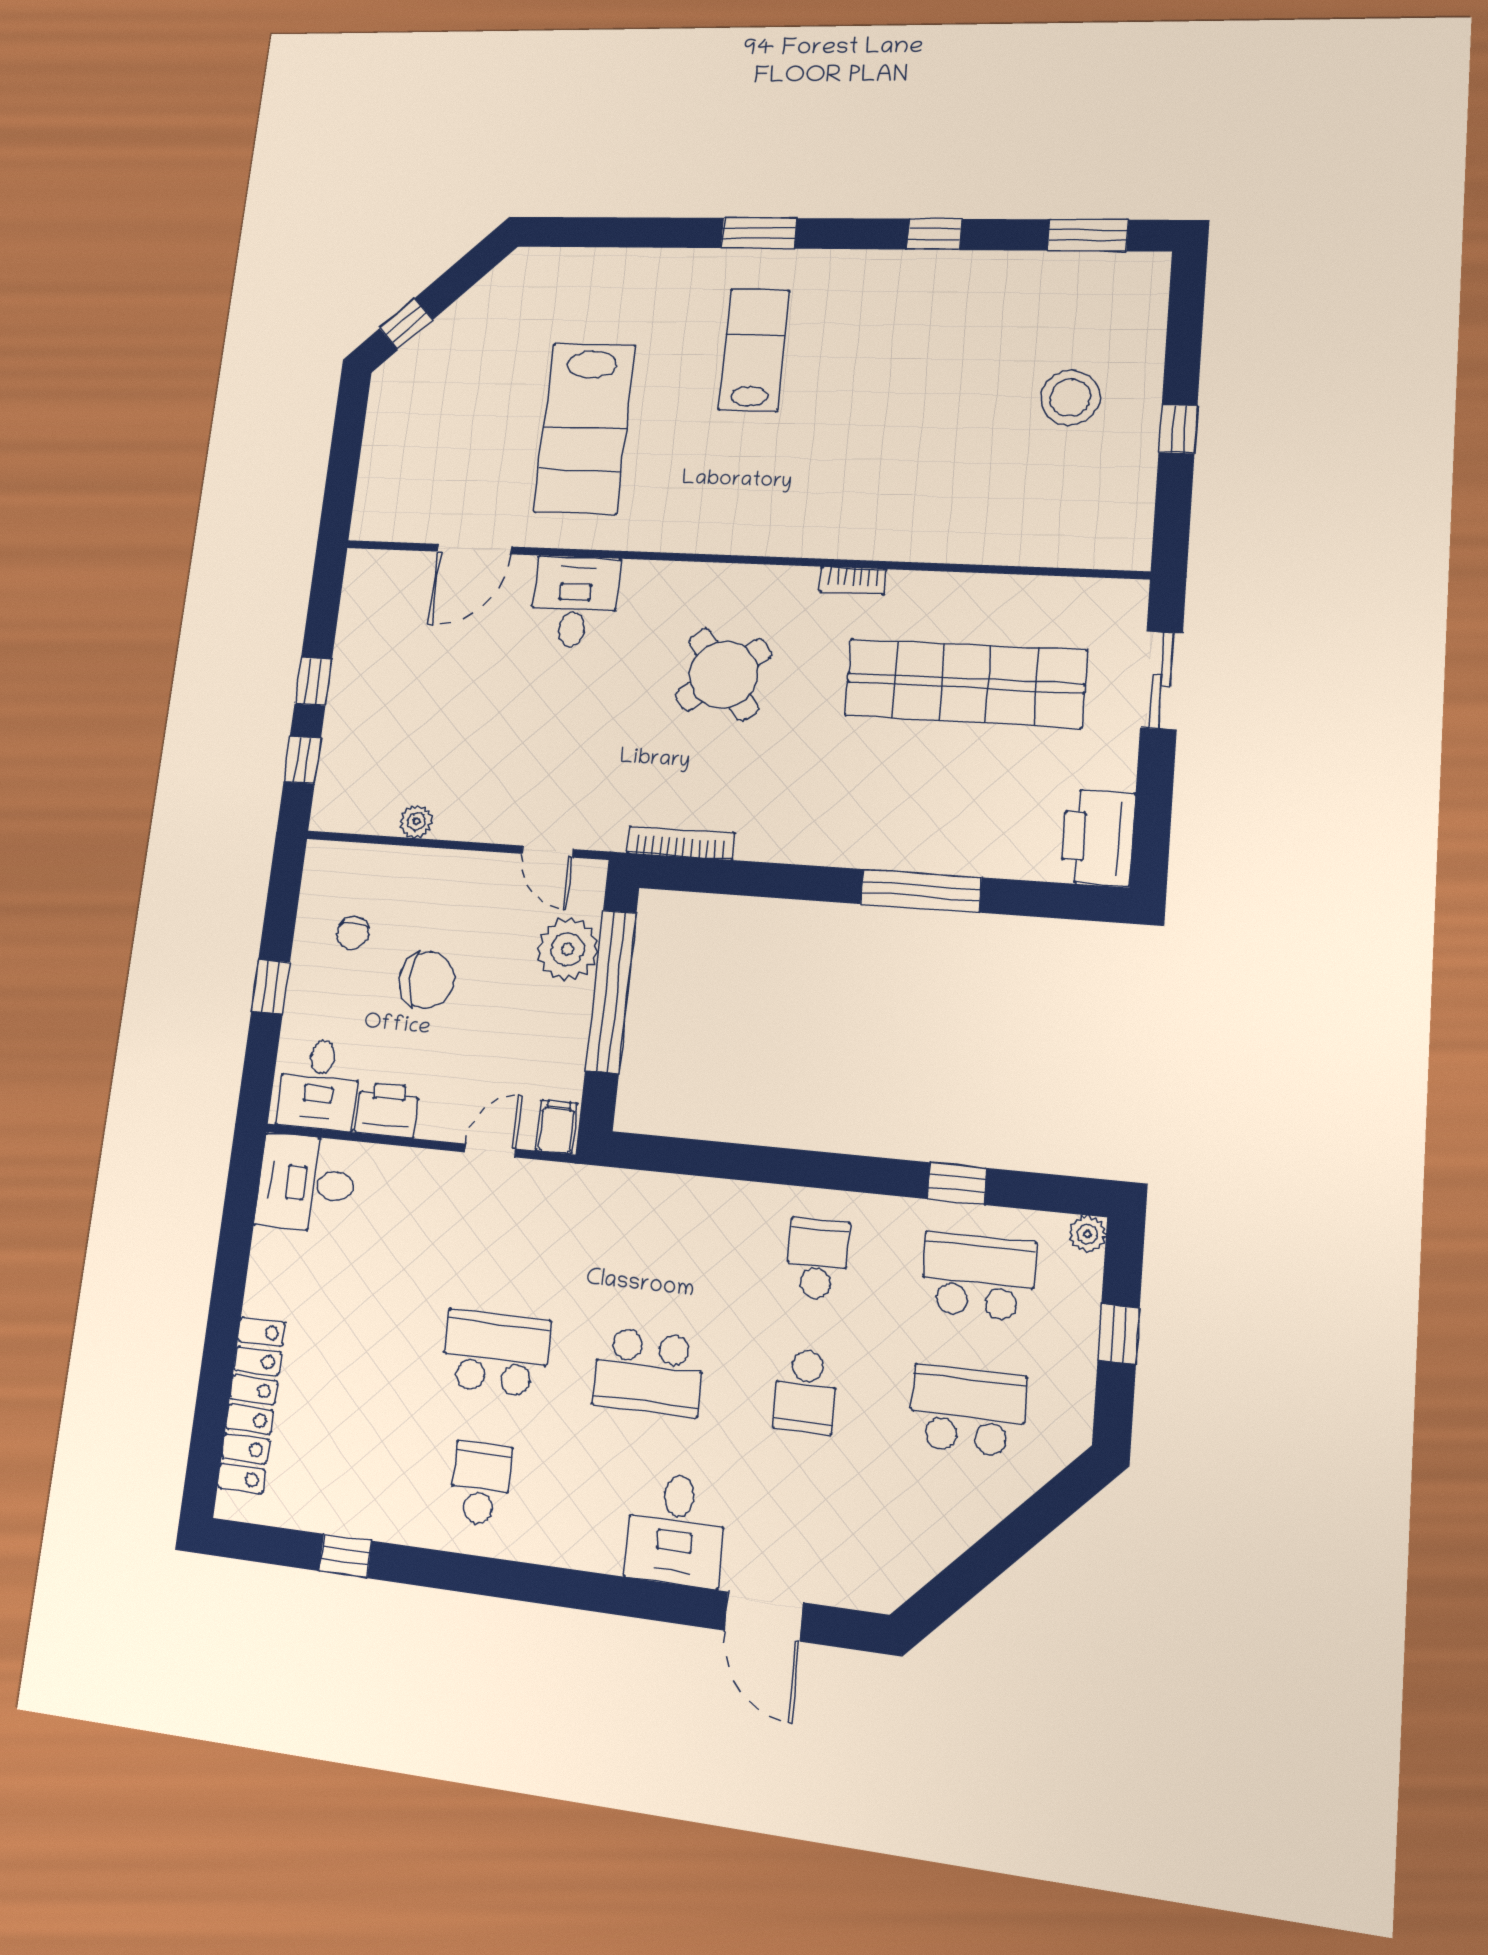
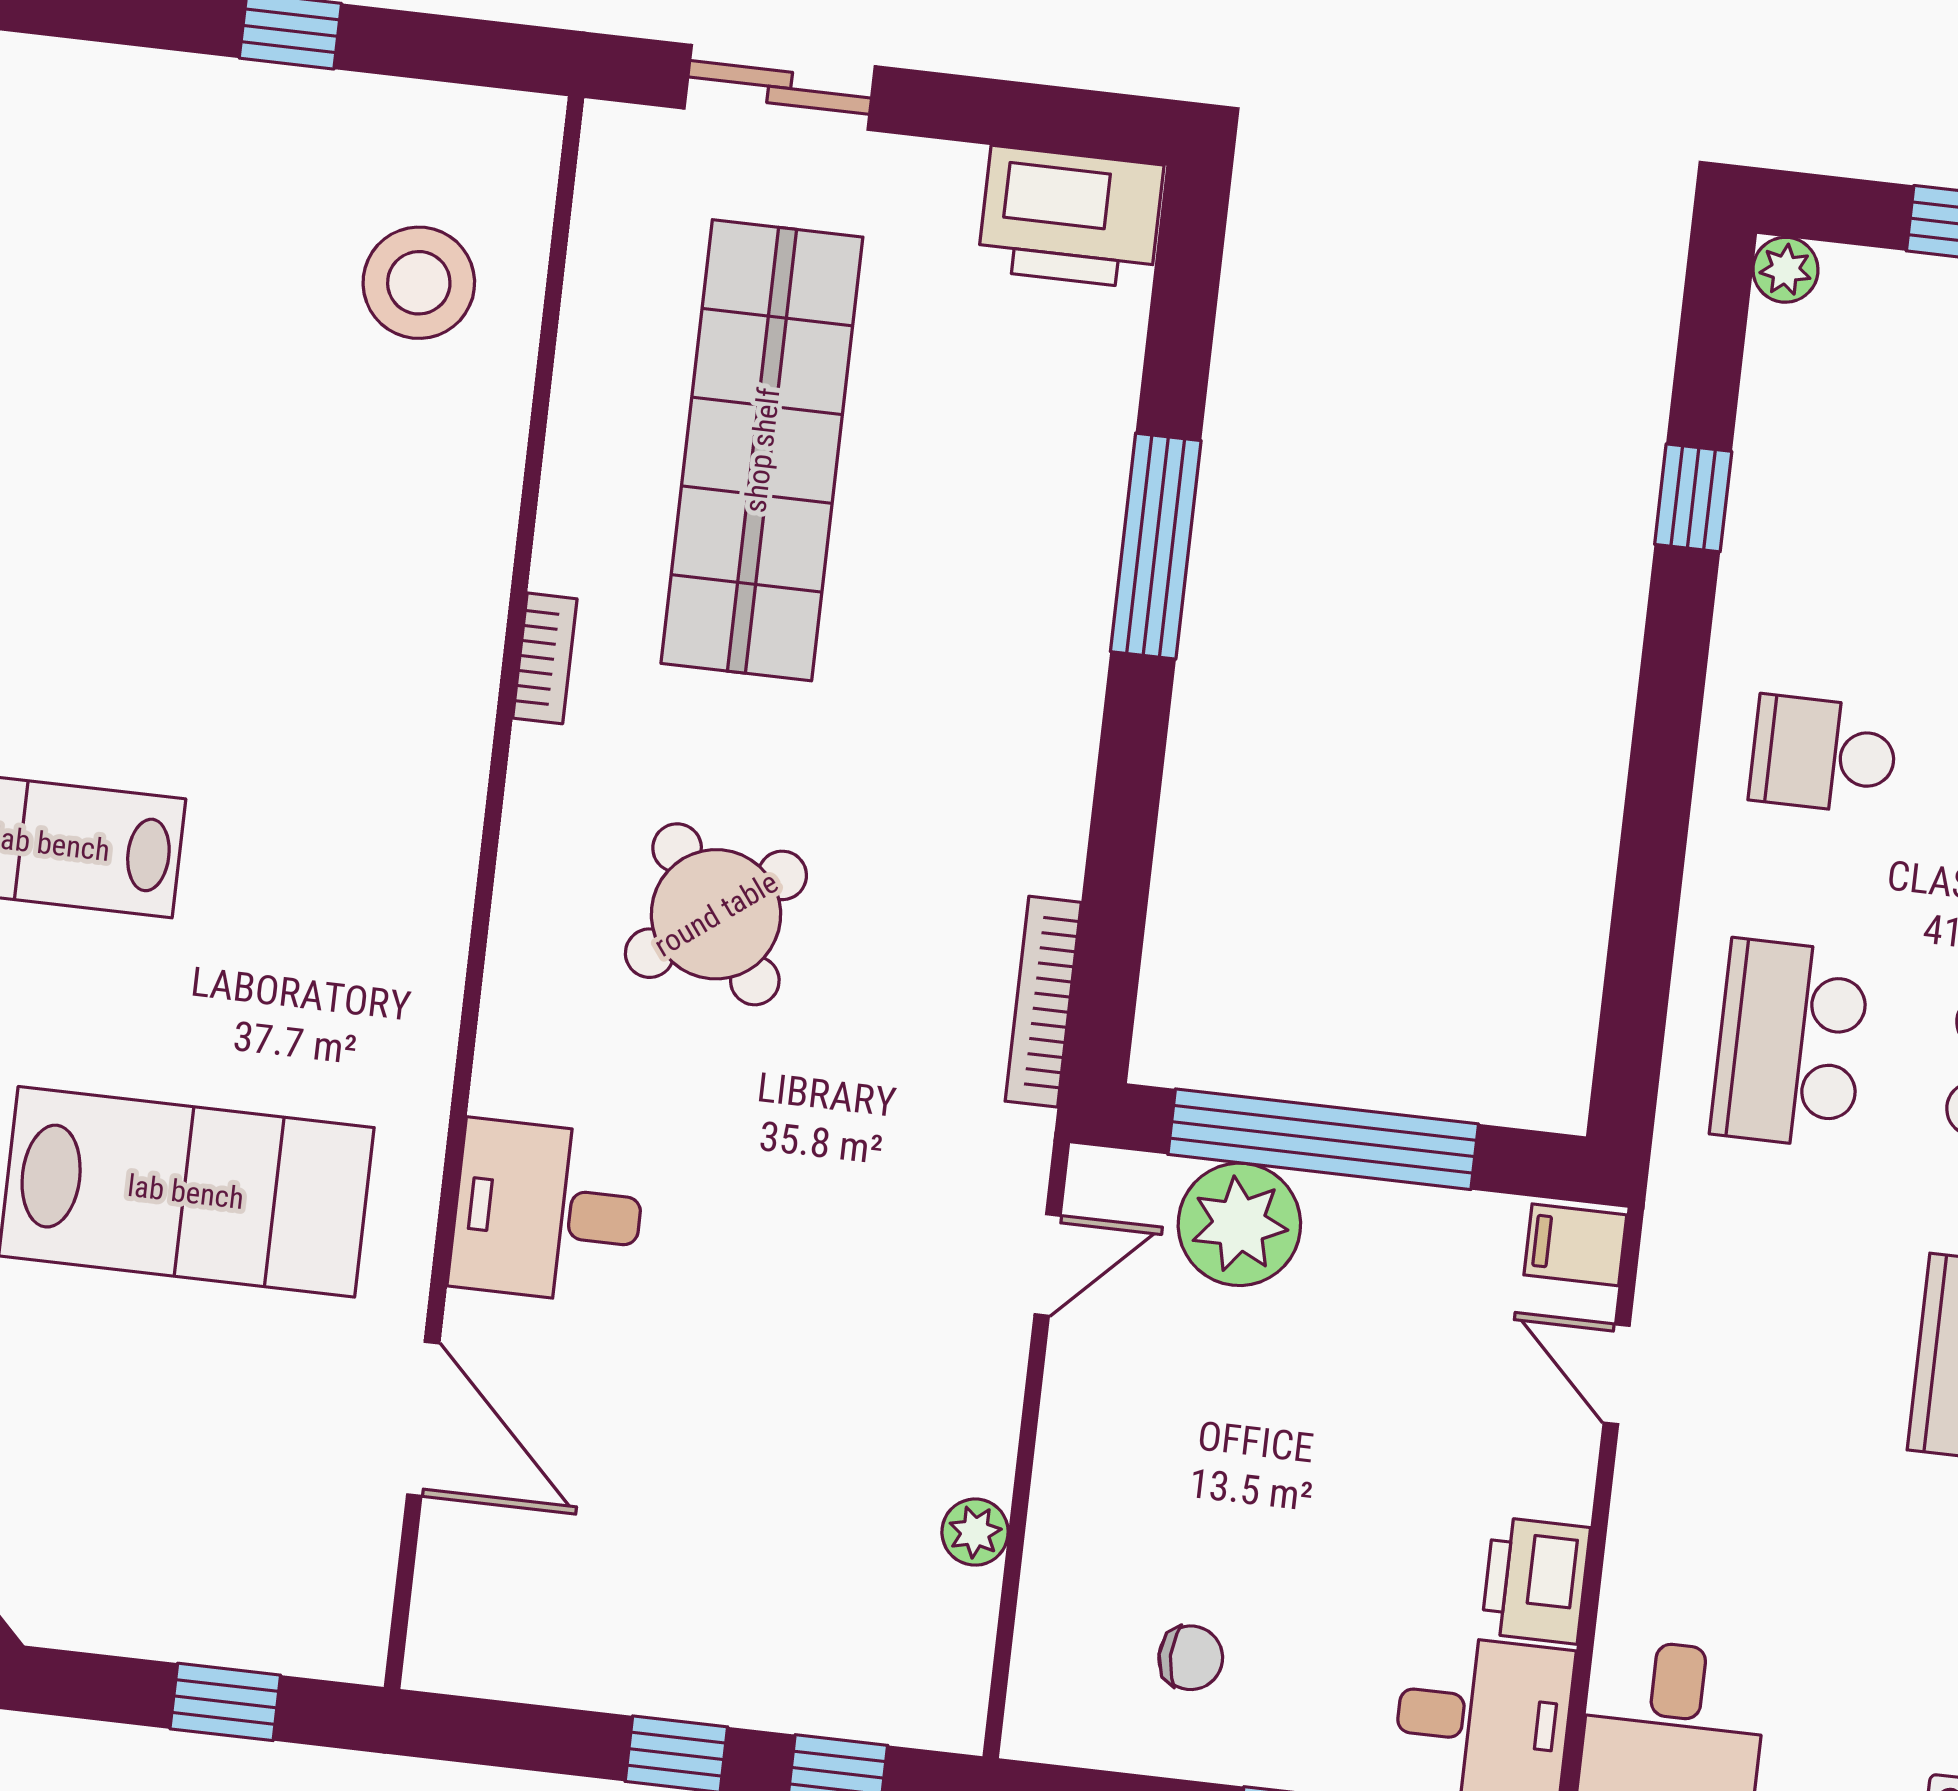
stool: (1070, 398) -> (419, 283), moved
window: (343, 467) -> (225, 1702), added
chair: (427, 980) -> (1289, 1506), removed
school desk: (978, 1276) -> (1790, 1044), moved

